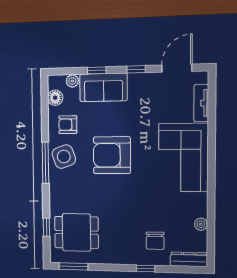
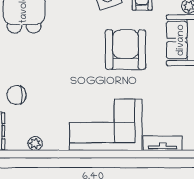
armchair: (112, 155) -> (126, 50), moved

